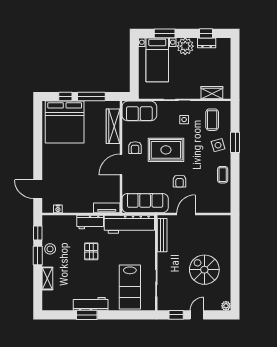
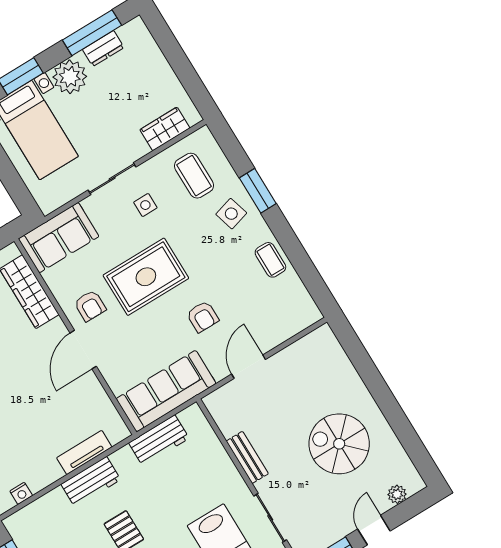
window: (206, 33) -> (92, 33), width x2.17
tv unit: (107, 208) -> (84, 452), moved
workbench: (129, 224) -> (159, 441), width x0.53, depth x0.76
bench: (162, 235) -> (247, 457), moved, width x0.73
plant: (226, 306) -> (397, 494), moved

